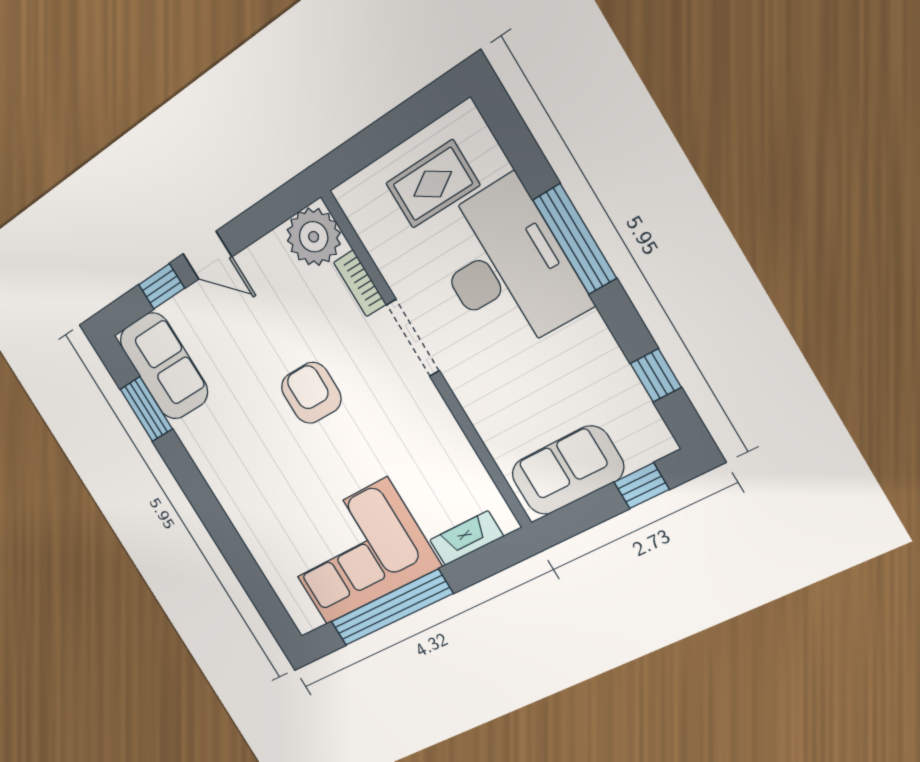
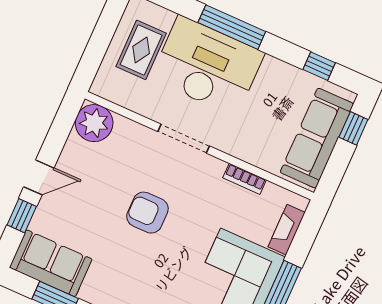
bookcase: (360, 283) -> (245, 179), moved
sofa: (567, 471) -> (317, 138), width x1.36

